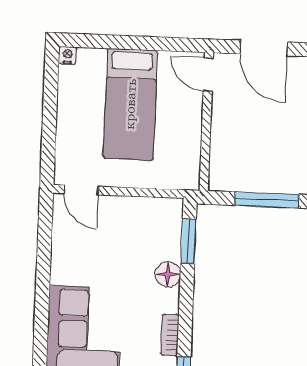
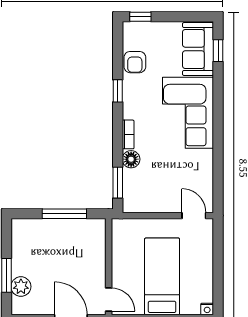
bookcase: (170, 335) -> (128, 134), moved

